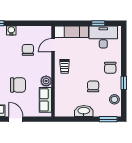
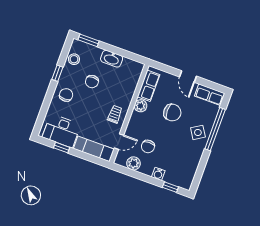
plant: (35, 32) -> (134, 163), added
chair: (18, 85) -> (172, 113), turned 180

